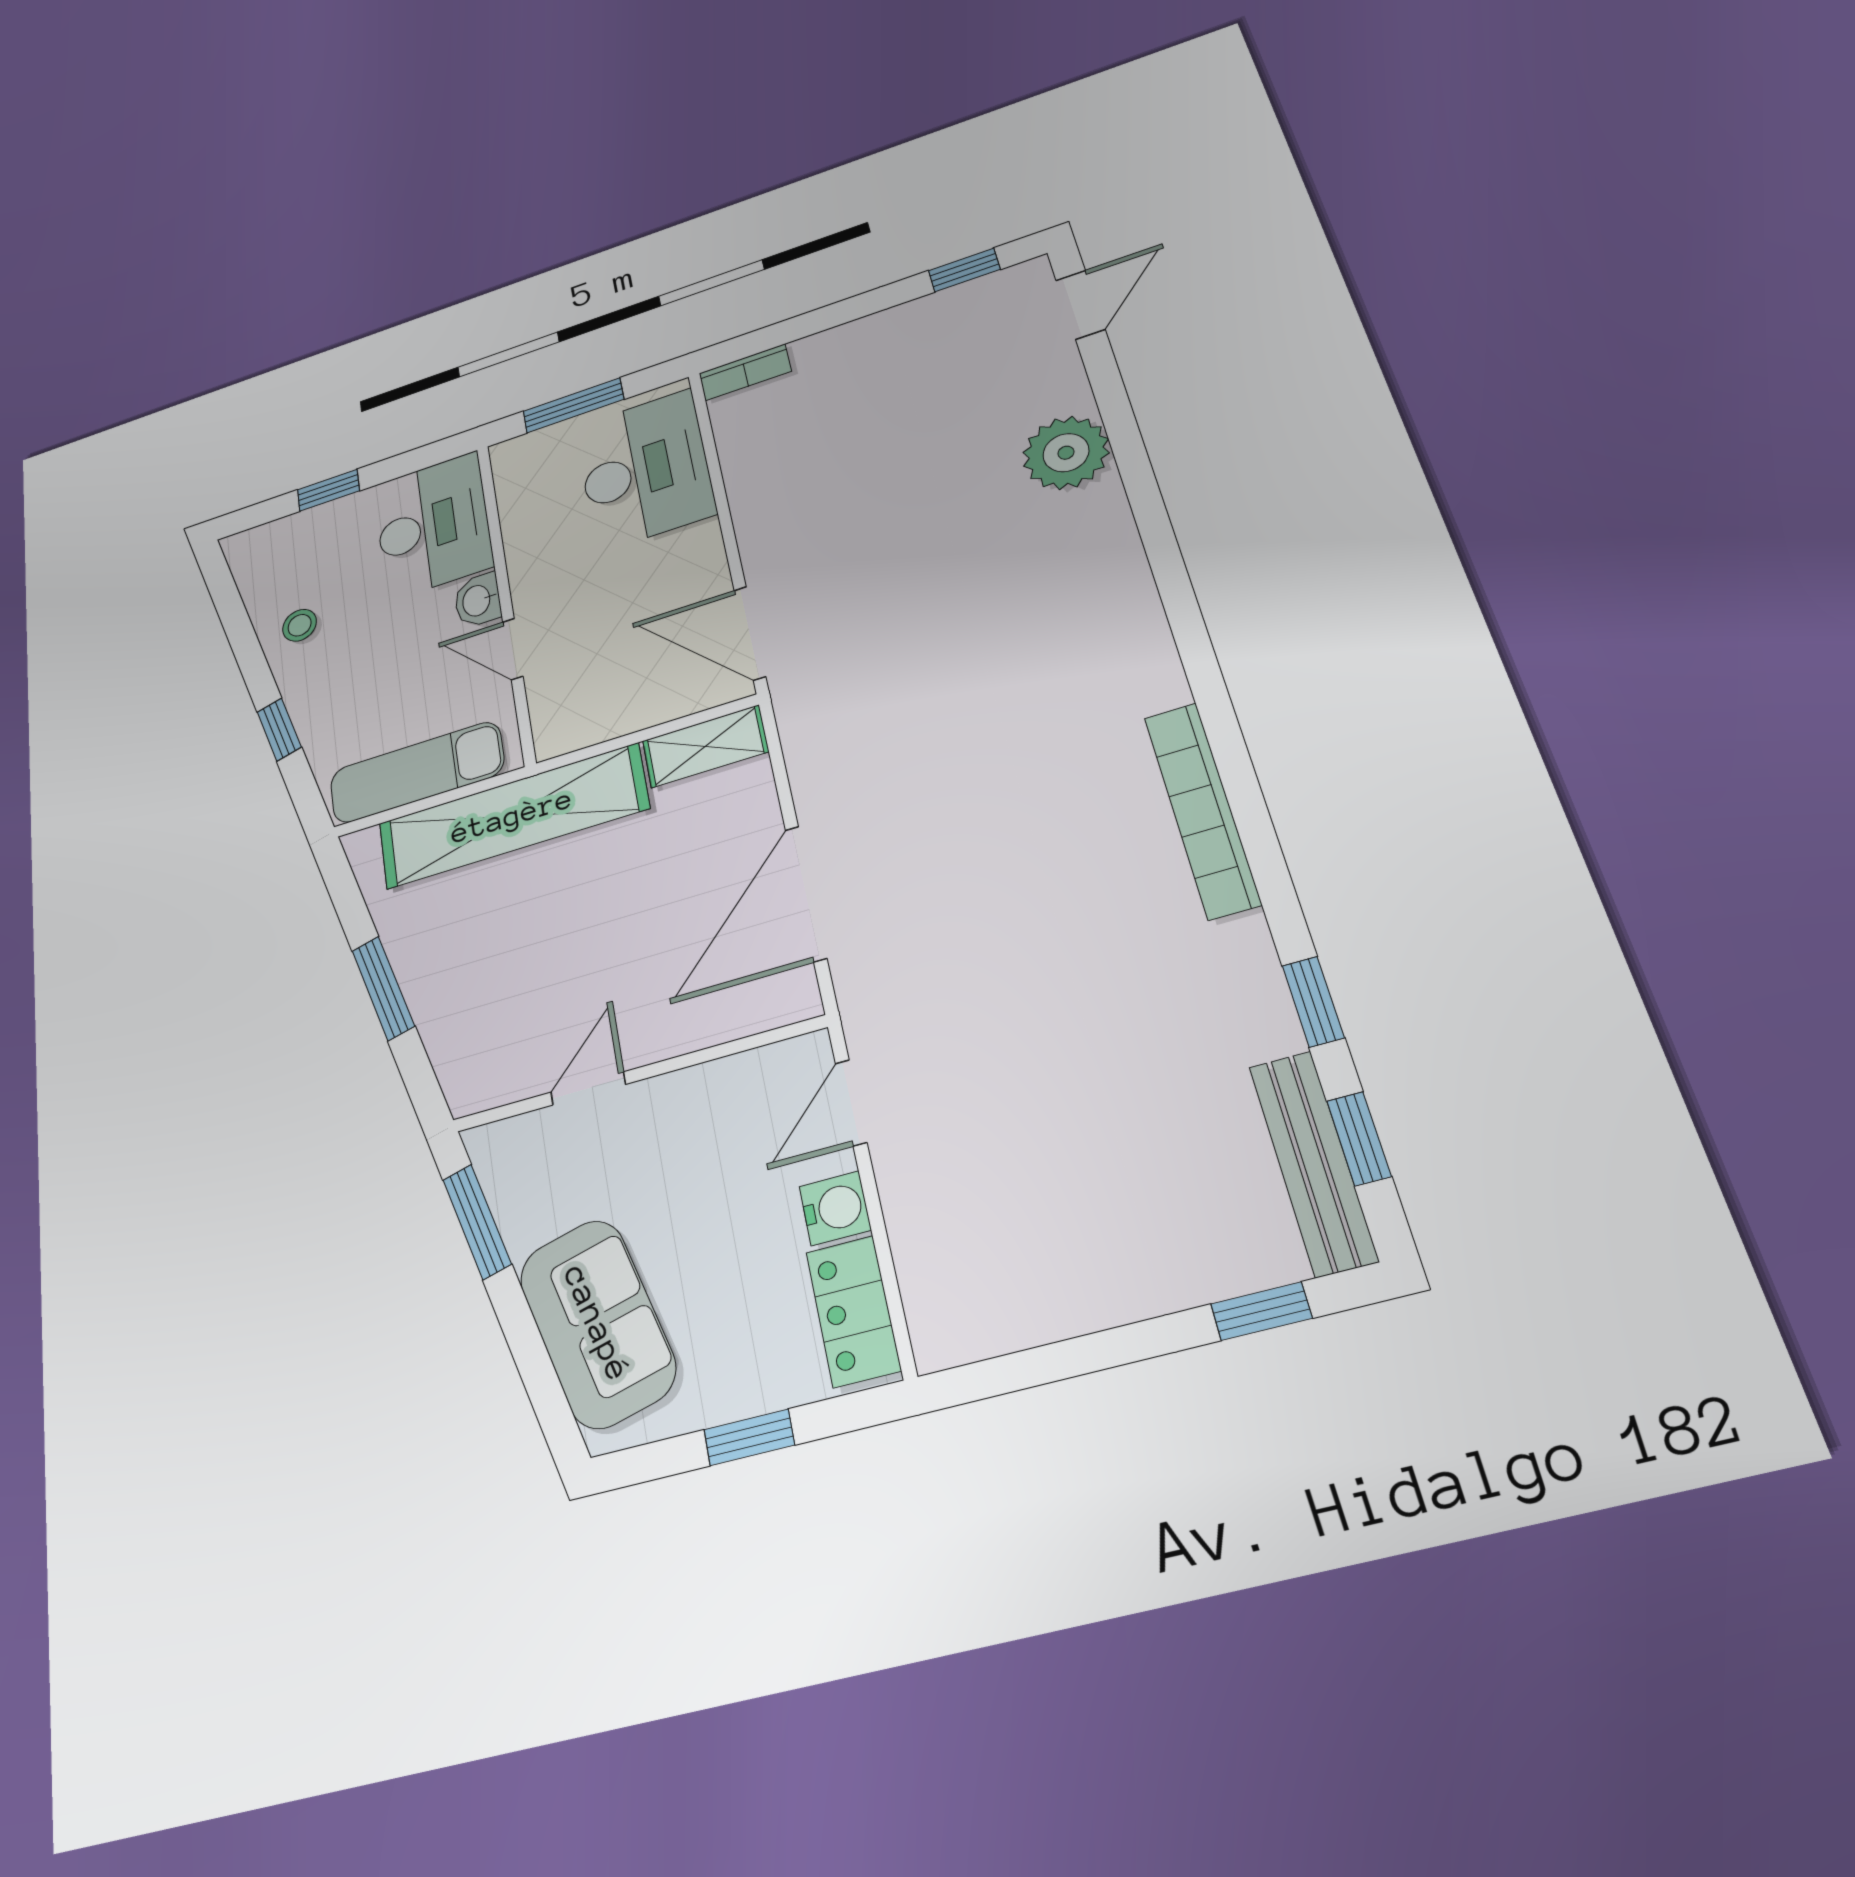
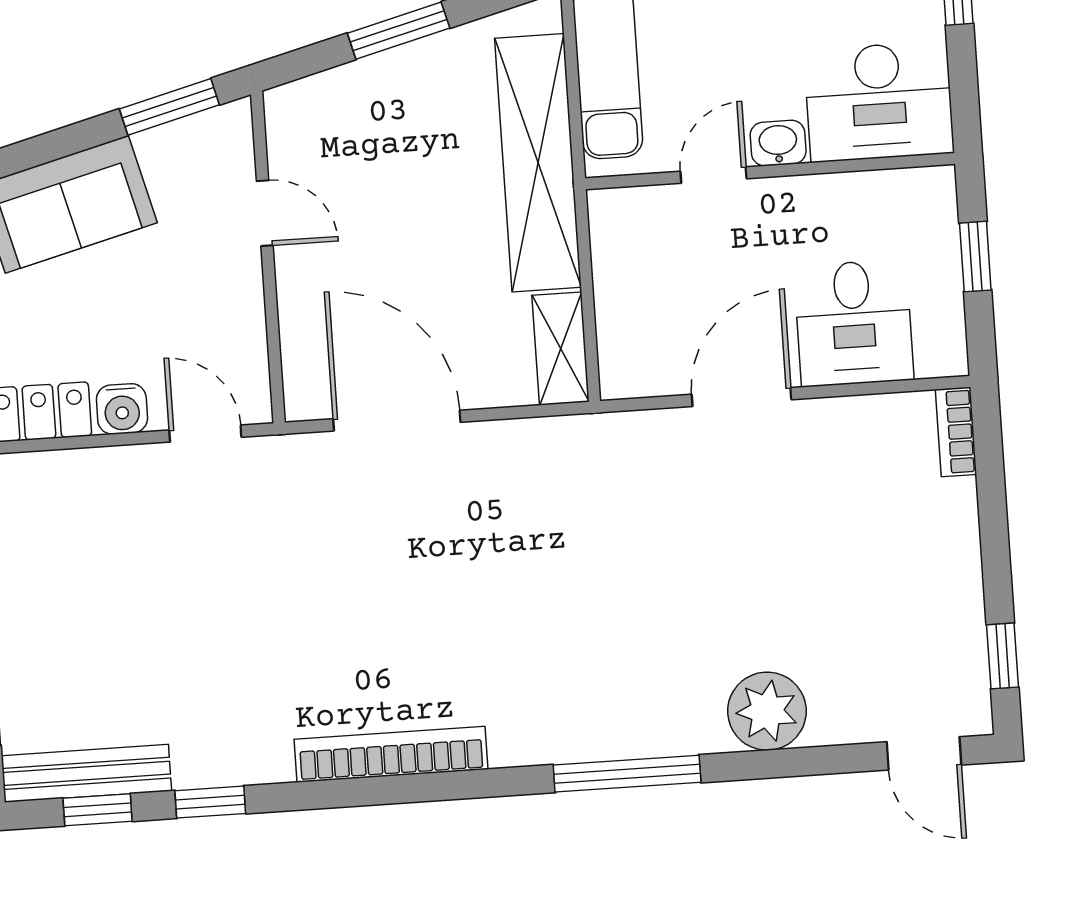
window: (573, 405) -> (975, 257), width x0.67
desk: (645, 470) -> (854, 323), width x0.73
window: (1167, 564) -> (627, 774), added
door: (750, 633) -> (742, 397), moved

